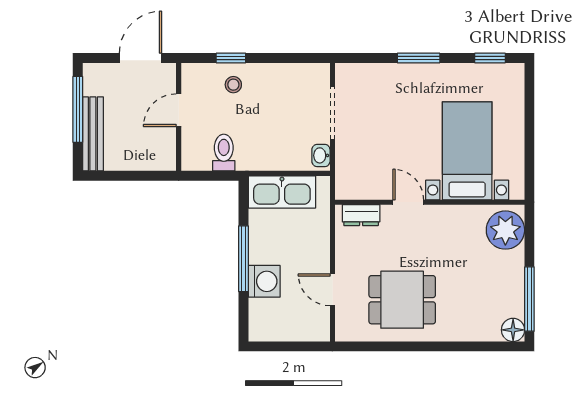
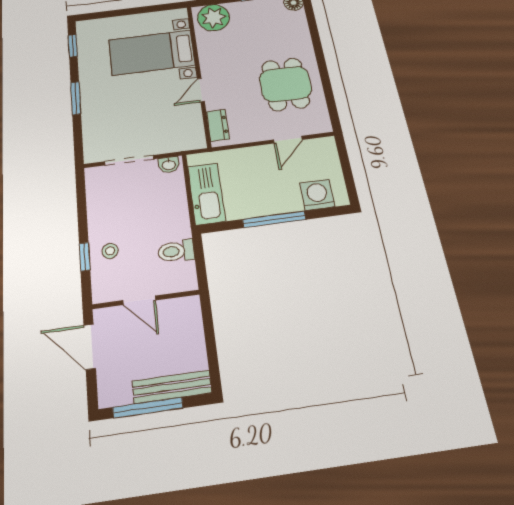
washing machine: (264, 281) -> (317, 195), moved

